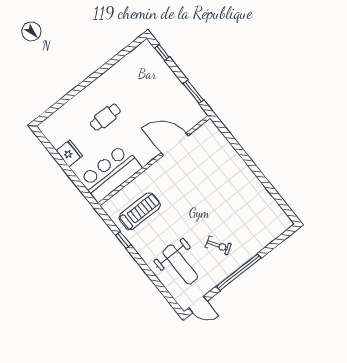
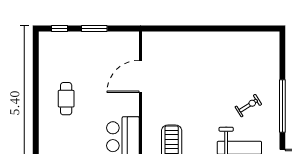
window: (193, 92) -> (94, 28), moved
cafe table: (105, 117) -> (66, 99), moved

